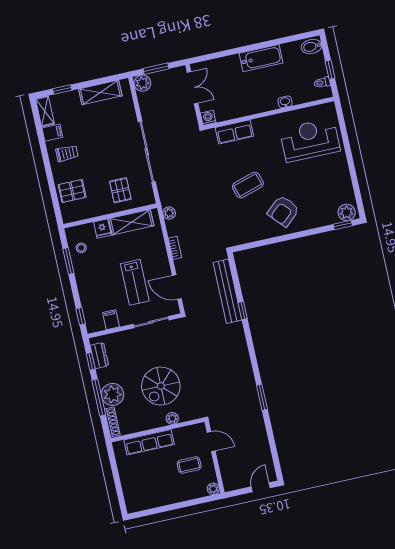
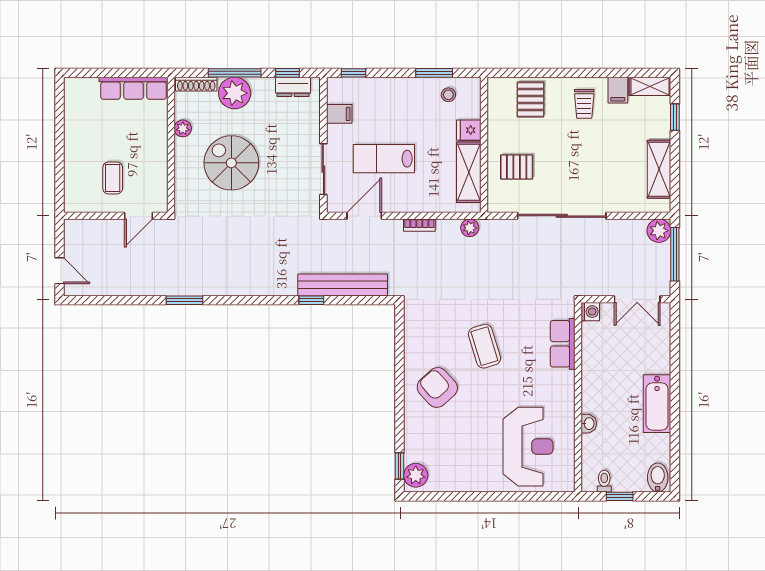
window: (156, 69) -> (675, 254), width x1.44
plant: (172, 418) -> (183, 128), moved
row of seats: (149, 442) -> (134, 88), moved, turned -90
plant: (213, 489) -> (72, 204), removed

